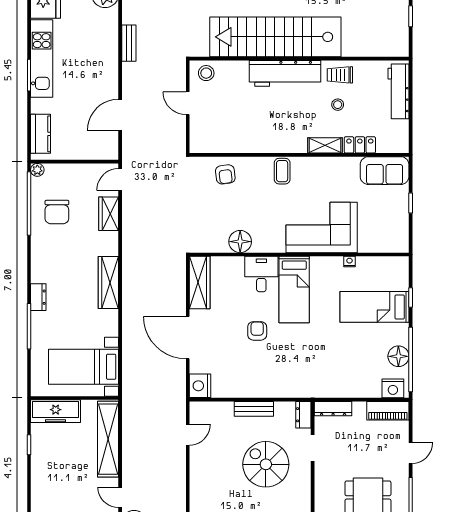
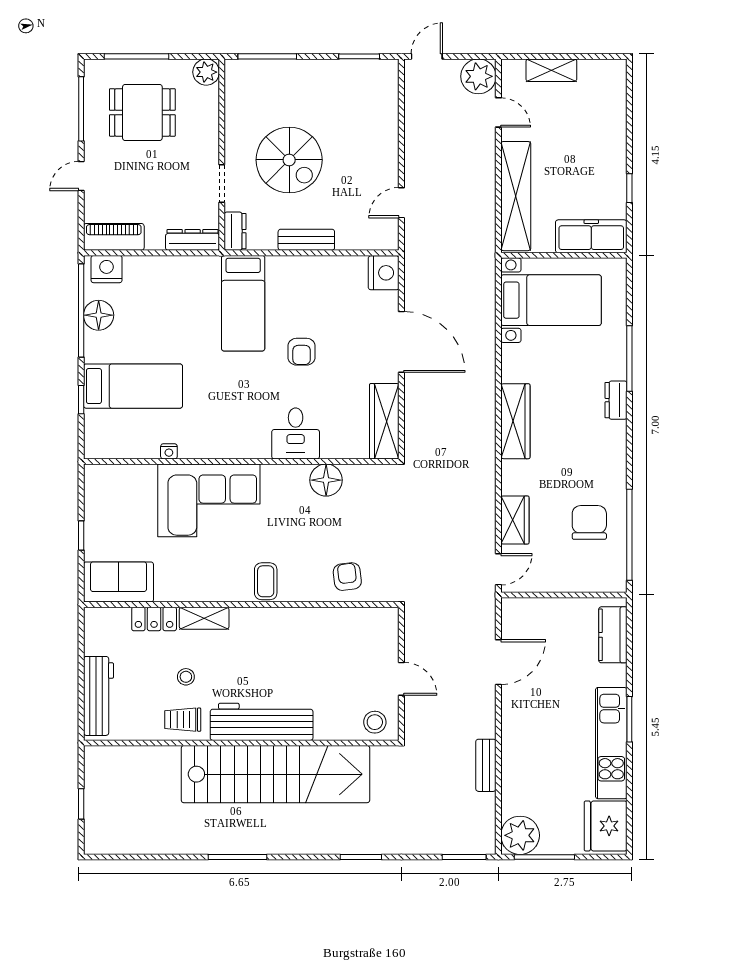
trolley: (340, 75) -> (183, 720), turned 180
plant: (37, 170) -> (618, 583), removed
bed: (294, 289) -> (243, 303), moved, turned 180

